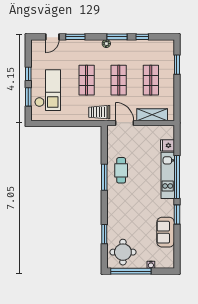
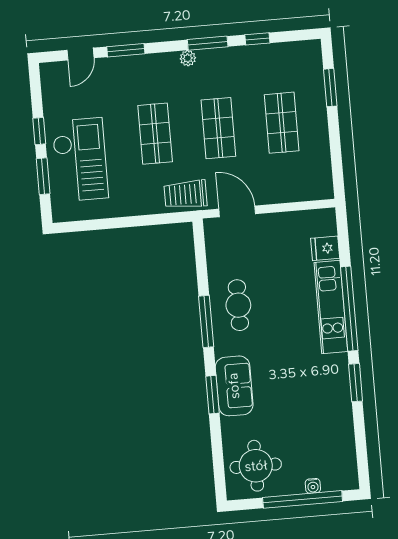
shelving: (152, 115) -> (290, 190), removed
sofa: (166, 232) -> (234, 386), moved, turned 180
window: (104, 234) -> (212, 395), moved
window: (131, 271) -> (303, 499), moved

